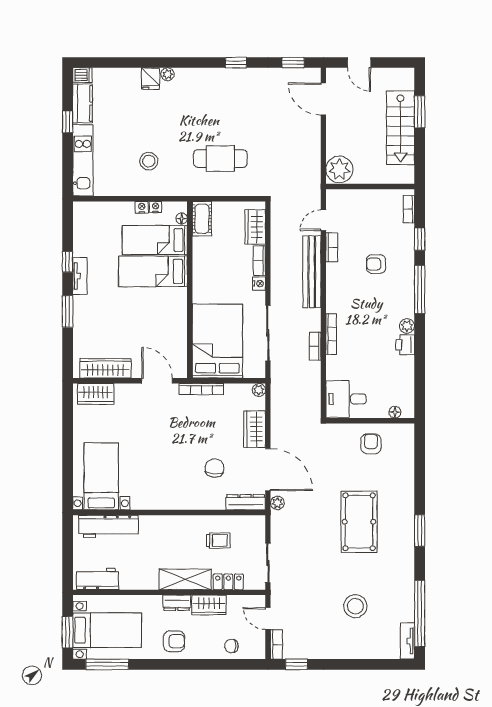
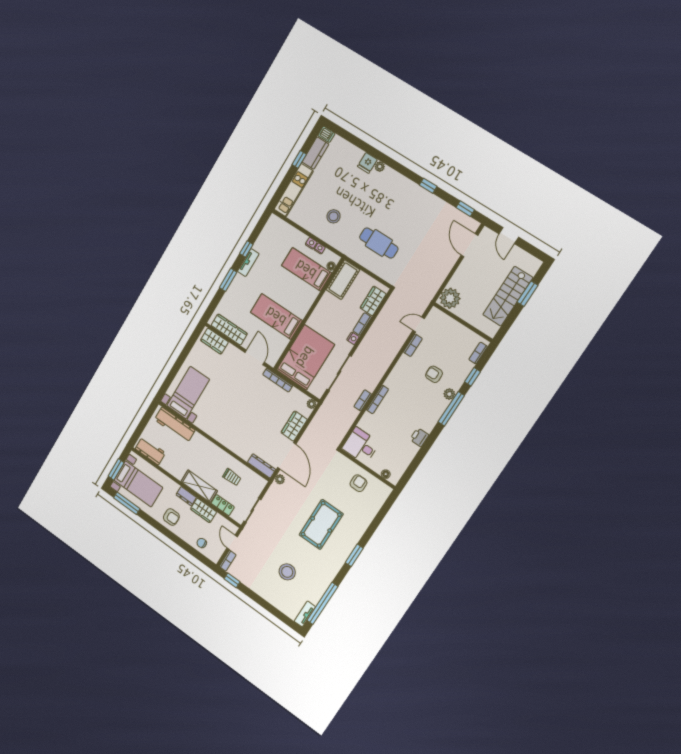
cot: (202, 219) -> (343, 280), width x1.37, depth x1.34
bed: (153, 271) -> (276, 316), moved
bench: (312, 272) -> (390, 353), removed
plant: (407, 326) -> (449, 394), moved
chair: (214, 468) -> (256, 433), removed

